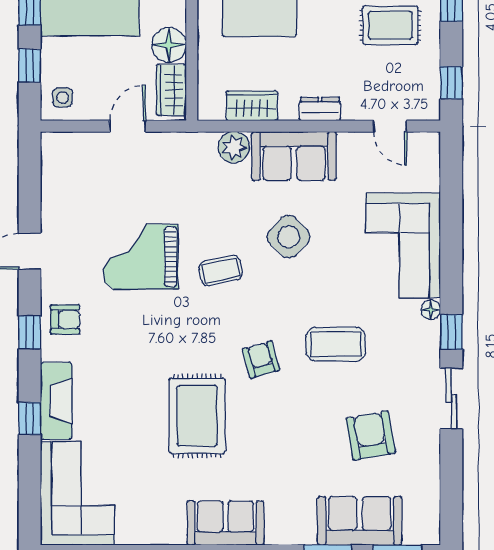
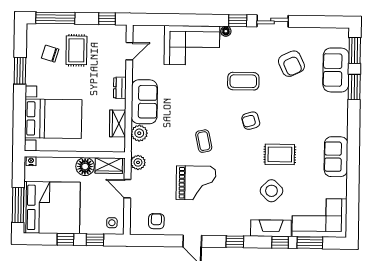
plant: (178, 146) -> (138, 162), added
side table: (289, 237) -> (271, 191), moved
grand piano: (141, 257) -> (196, 183), turned -90
armchair: (65, 319) -> (156, 221), moved
coffee table: (336, 344) -> (243, 81), turned 90
rug: (197, 416) -> (280, 154), width x0.73, depth x0.70
armchair: (371, 436) -> (291, 64), turned -105
window: (30, 476) -> (310, 243), added
sofa: (226, 523) -> (336, 157), moved

